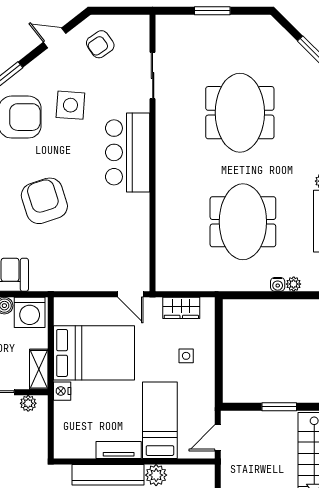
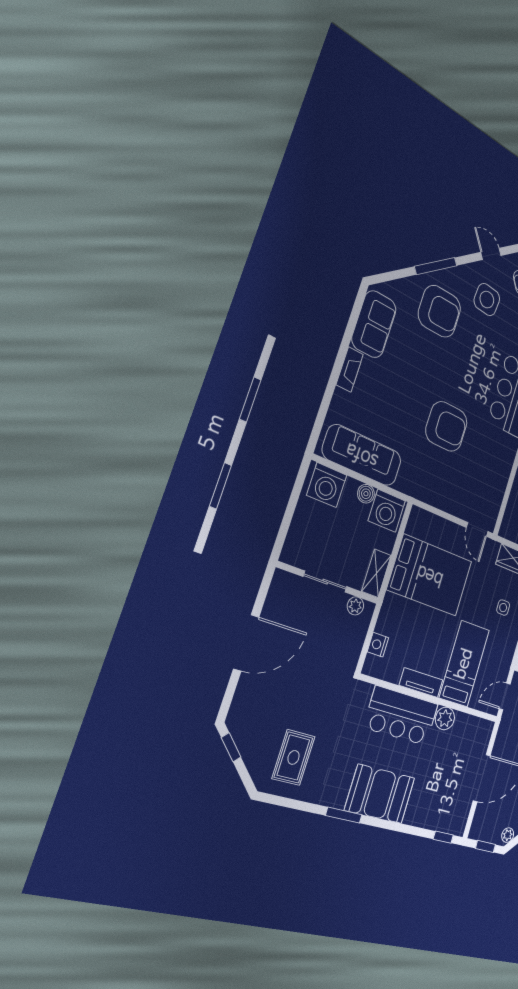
side table: (70, 105) -> (487, 300), moved
armchair: (44, 201) -> (446, 426), moved, turned 108
nightstand: (62, 391) -> (378, 645), moved

